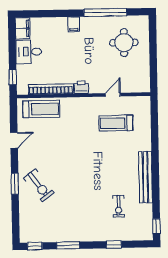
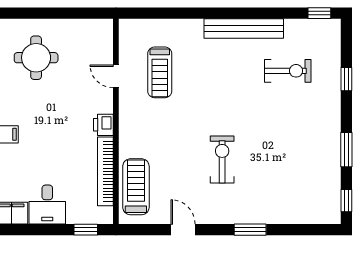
exercise bike: (39, 185) -> (222, 159), moved, turned -53
exercise bike: (119, 206) -> (288, 71), width x1.38, depth x1.39

